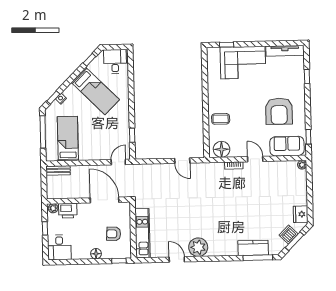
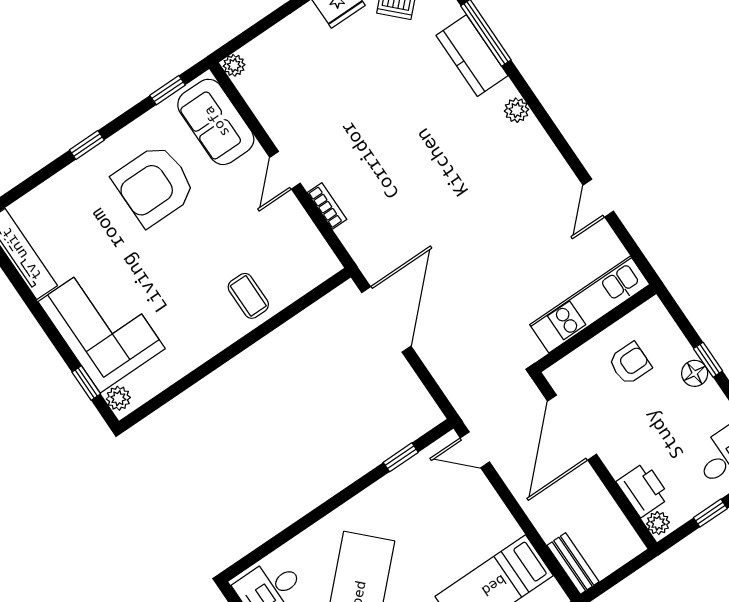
plant: (214, 52) -> (118, 398), added
window: (307, 76) -> (87, 145), moved
armchair: (279, 111) -> (154, 185), turned 180
floor lamp: (222, 149) -> (310, 253), removed
door: (182, 161) -> (386, 319), width x1.88
armchair: (114, 234) -> (630, 363), turned -93
plant: (198, 247) -> (517, 110), moved, width x0.53, depth x0.53
window: (119, 261) -> (708, 360), moved

